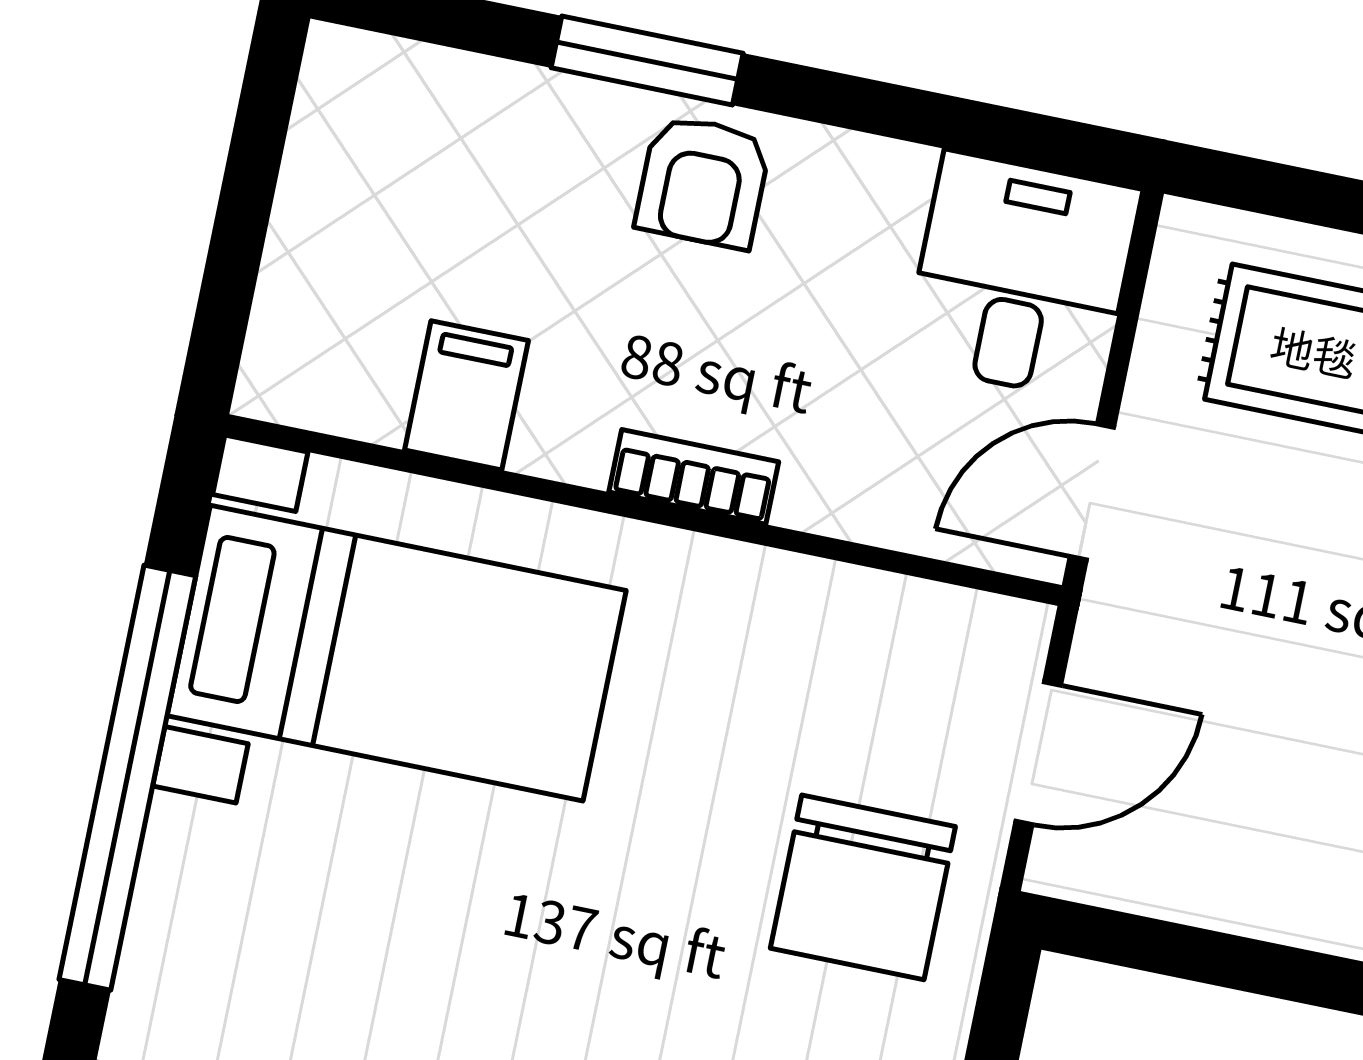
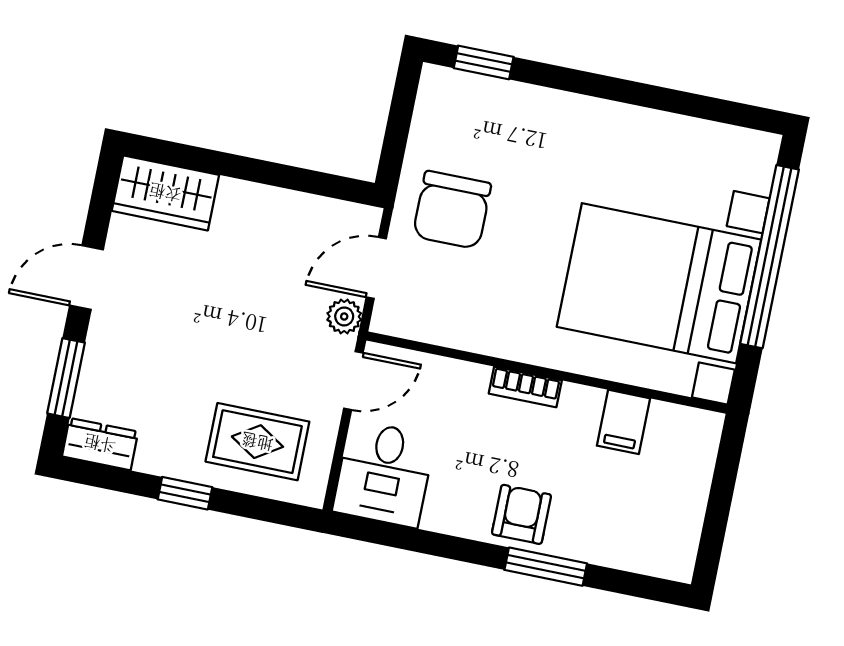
plant: (1113, 641) -> (344, 316), added
bed with nightstands: (397, 653) -> (659, 283), width x1.36
chair: (863, 887) -> (452, 210), turned 180

